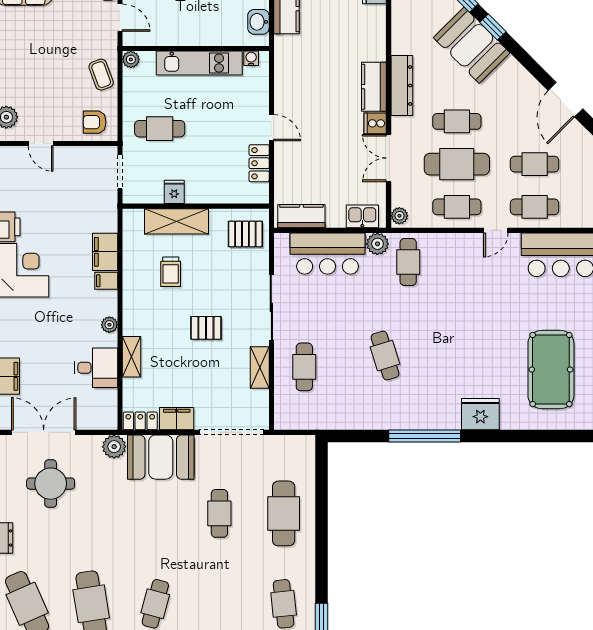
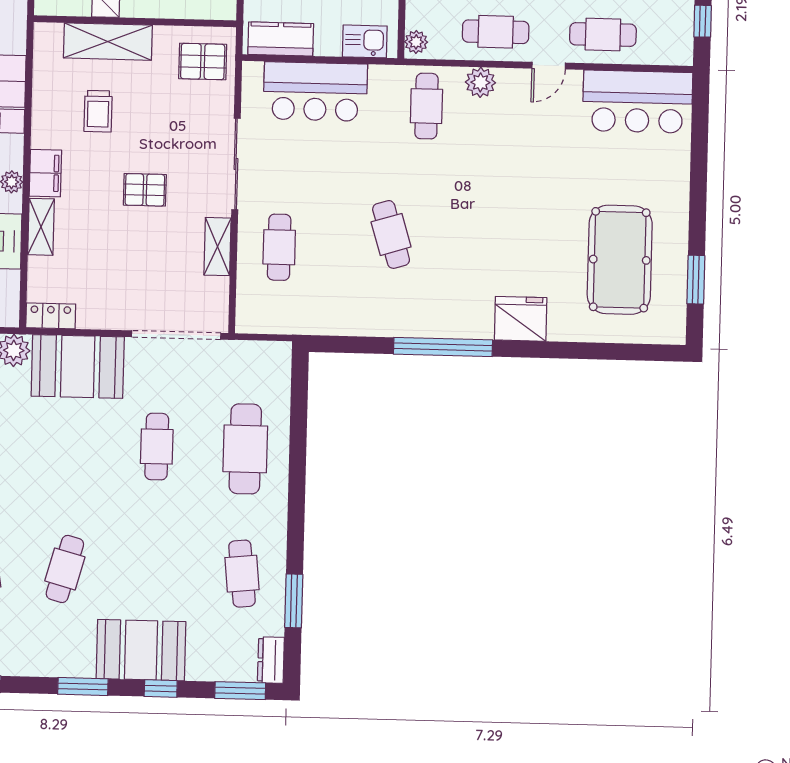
plant: (377, 244) -> (480, 82), moved
filing cabinet: (177, 419) -> (45, 173), moved, turned 90

